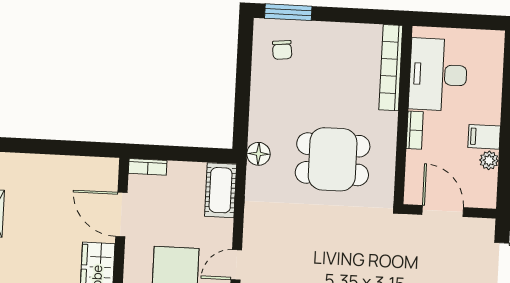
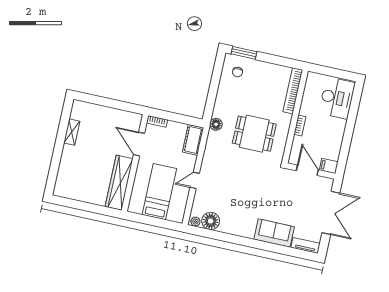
desk: (438, 75) -> (337, 98), moved, turned 180
filing cabinet: (484, 137) -> (329, 166), moved
plant: (489, 160) -> (336, 148), removed

